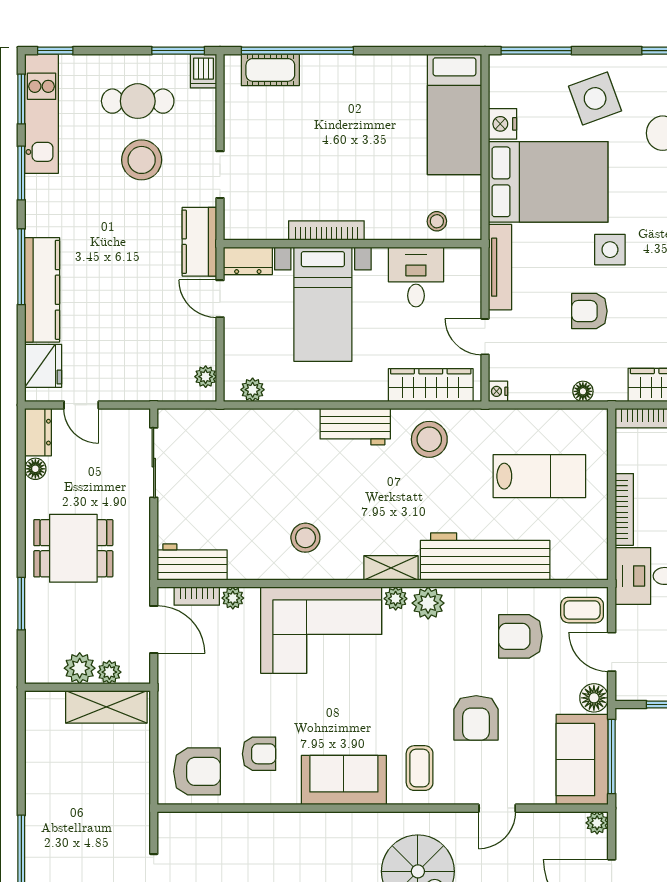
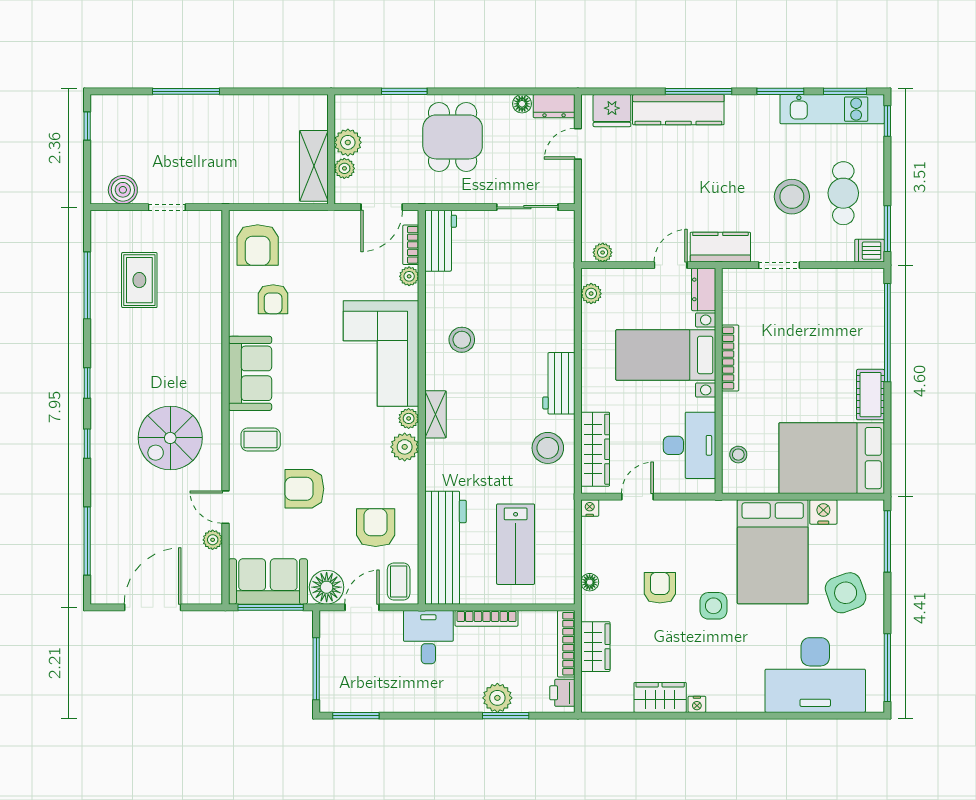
cot: (270, 70) -> (871, 395), moved
bed: (454, 114) -> (832, 458), width x1.50
tv unit: (500, 267) -> (698, 510), removed
desk: (416, 277) -> (690, 445), width x1.37
workbench: (485, 556) -> (445, 548), moved
floor lamp: (594, 698) -> (327, 587), width x1.38, depth x1.38
plant: (597, 823) -> (213, 540), moved

